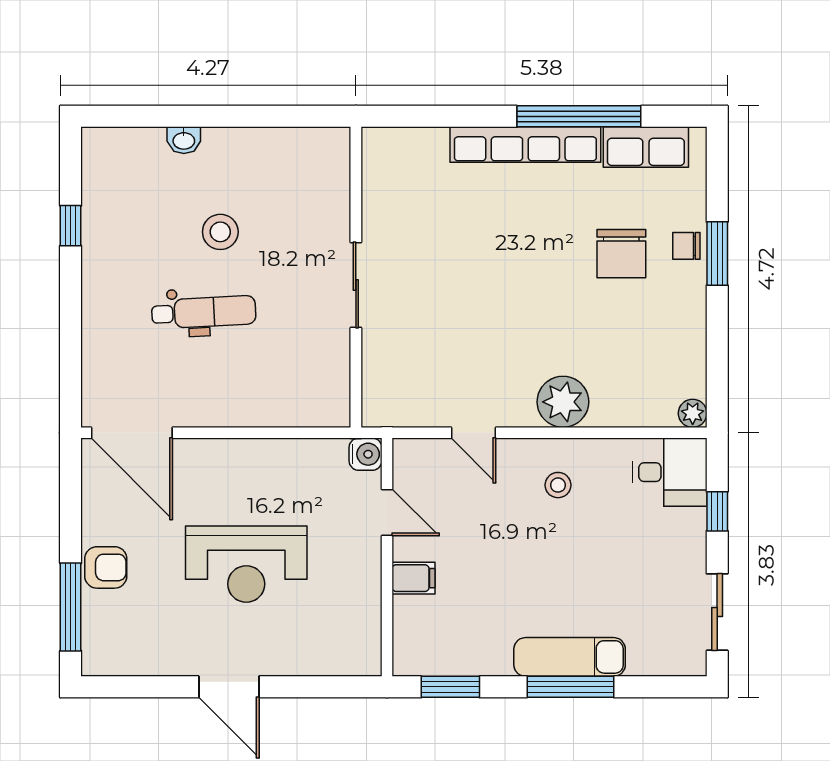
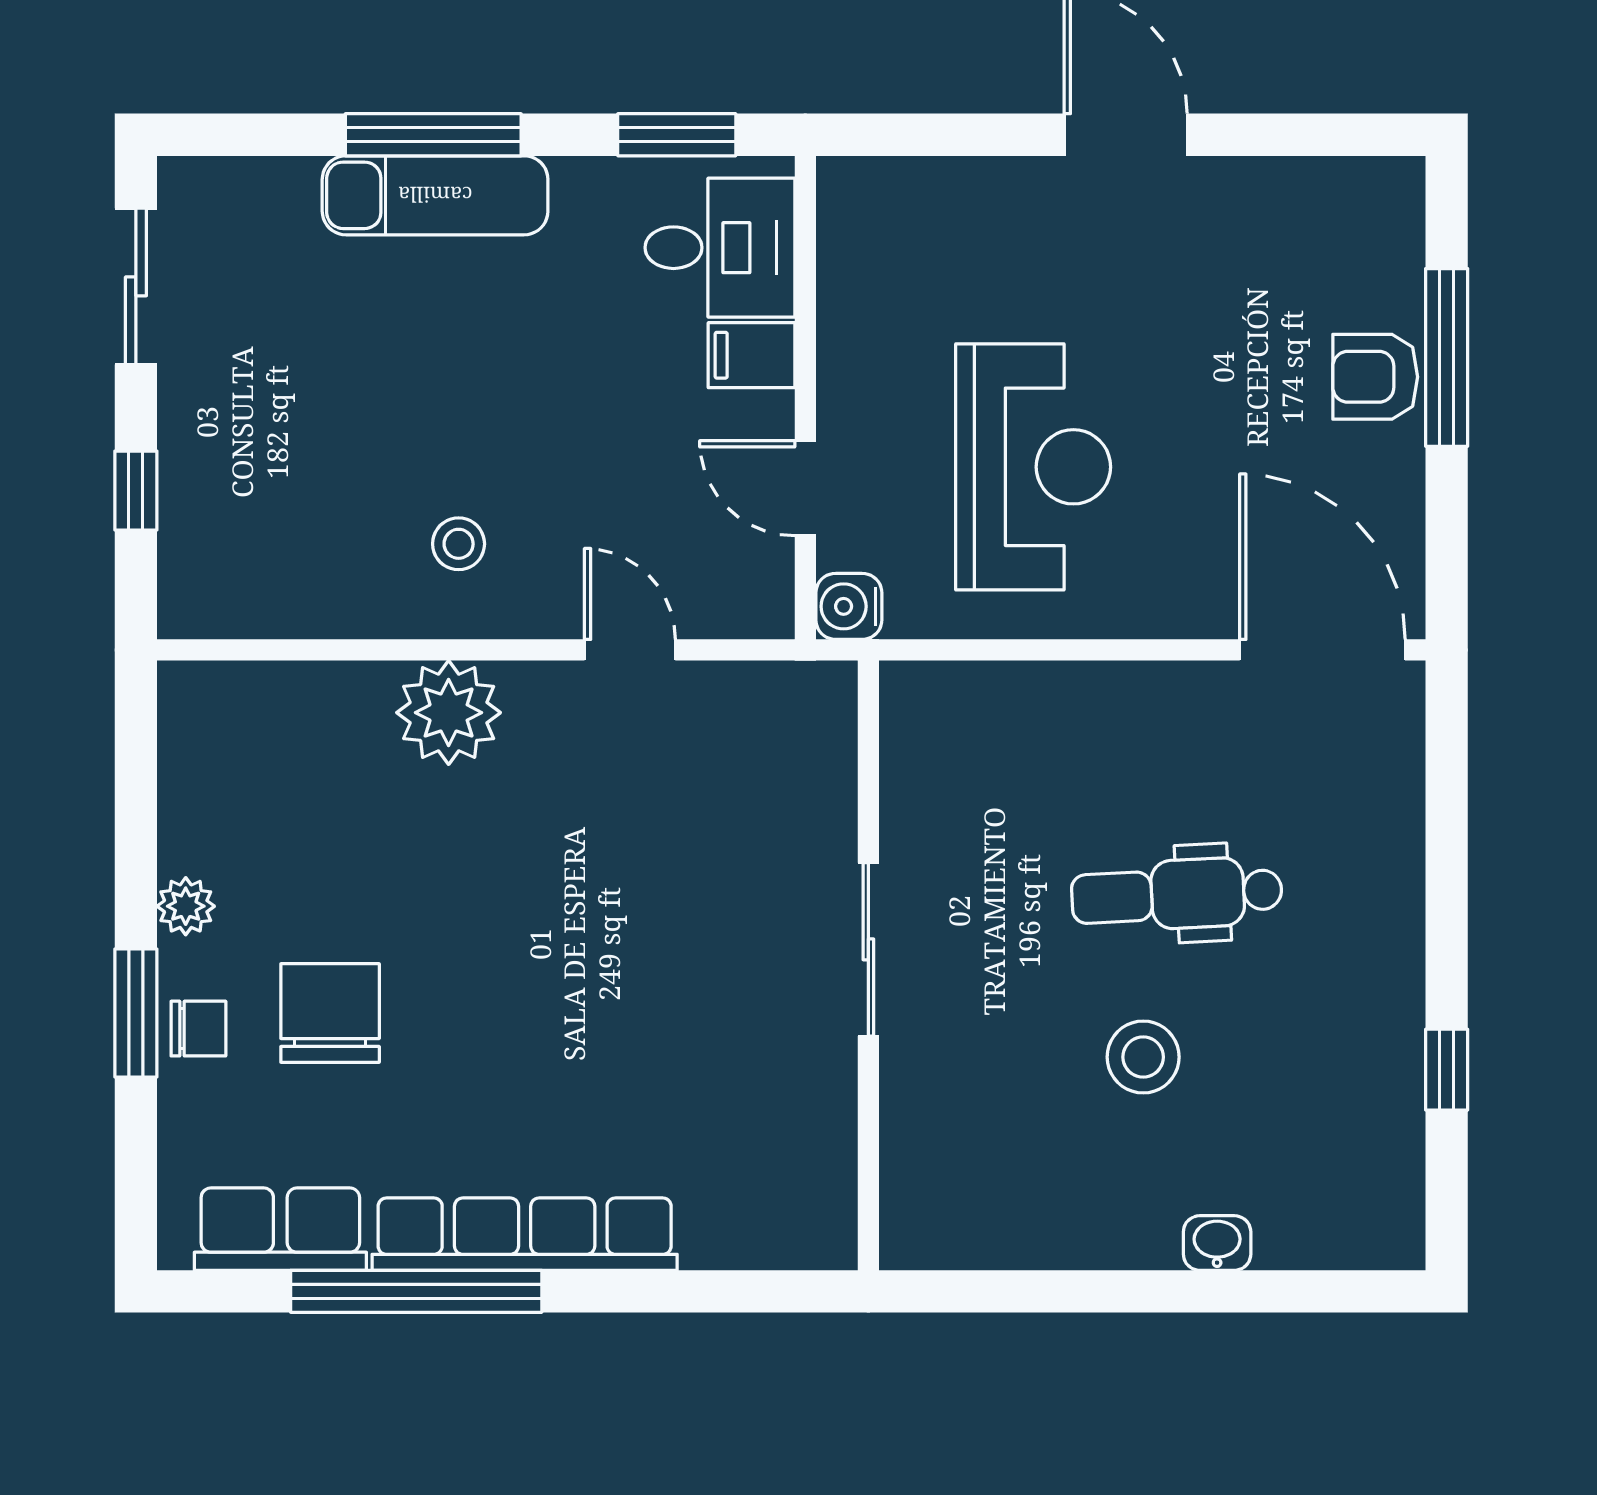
plant: (693, 413) -> (186, 906), moved
desk: (670, 472) -> (720, 248), moved, turned 180
reception desk: (246, 564) -> (1033, 467), moved, turned 90
window: (71, 607) -> (1447, 357), moved

